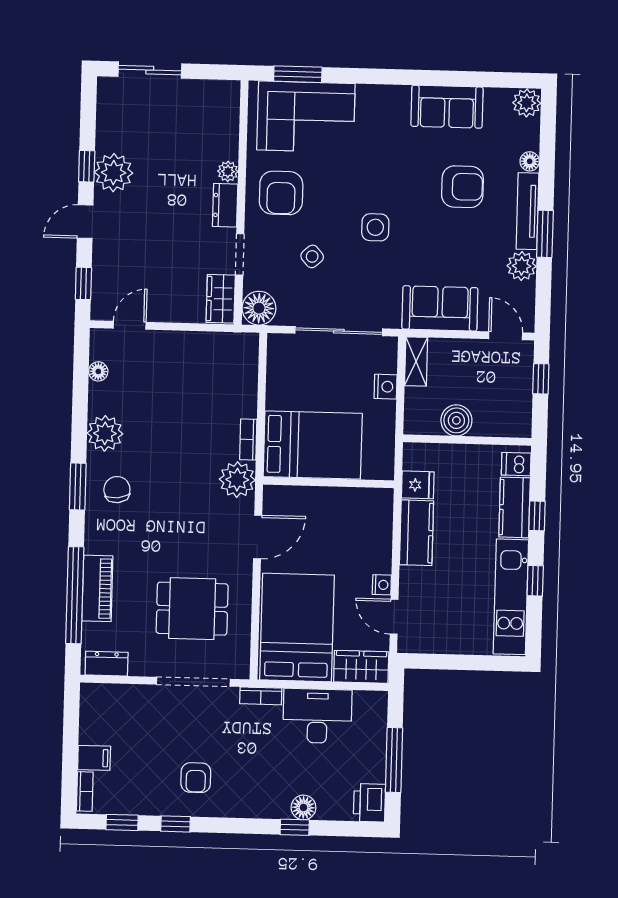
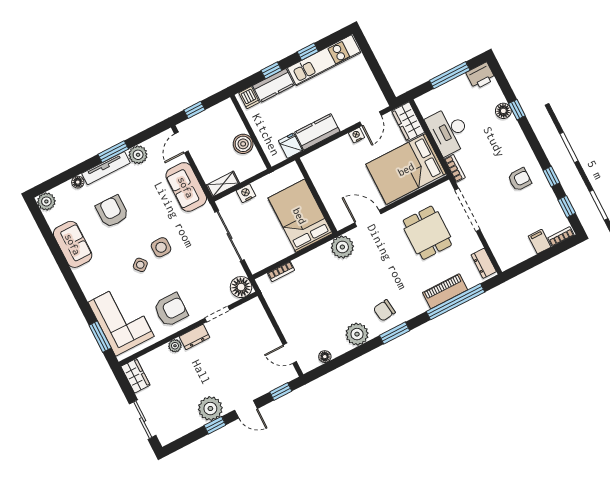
side table: (312, 256) -> (140, 265), moved
wardrobe: (221, 299) -> (135, 376), moved, turned -90
bookcase: (248, 439) -> (281, 271), moved

